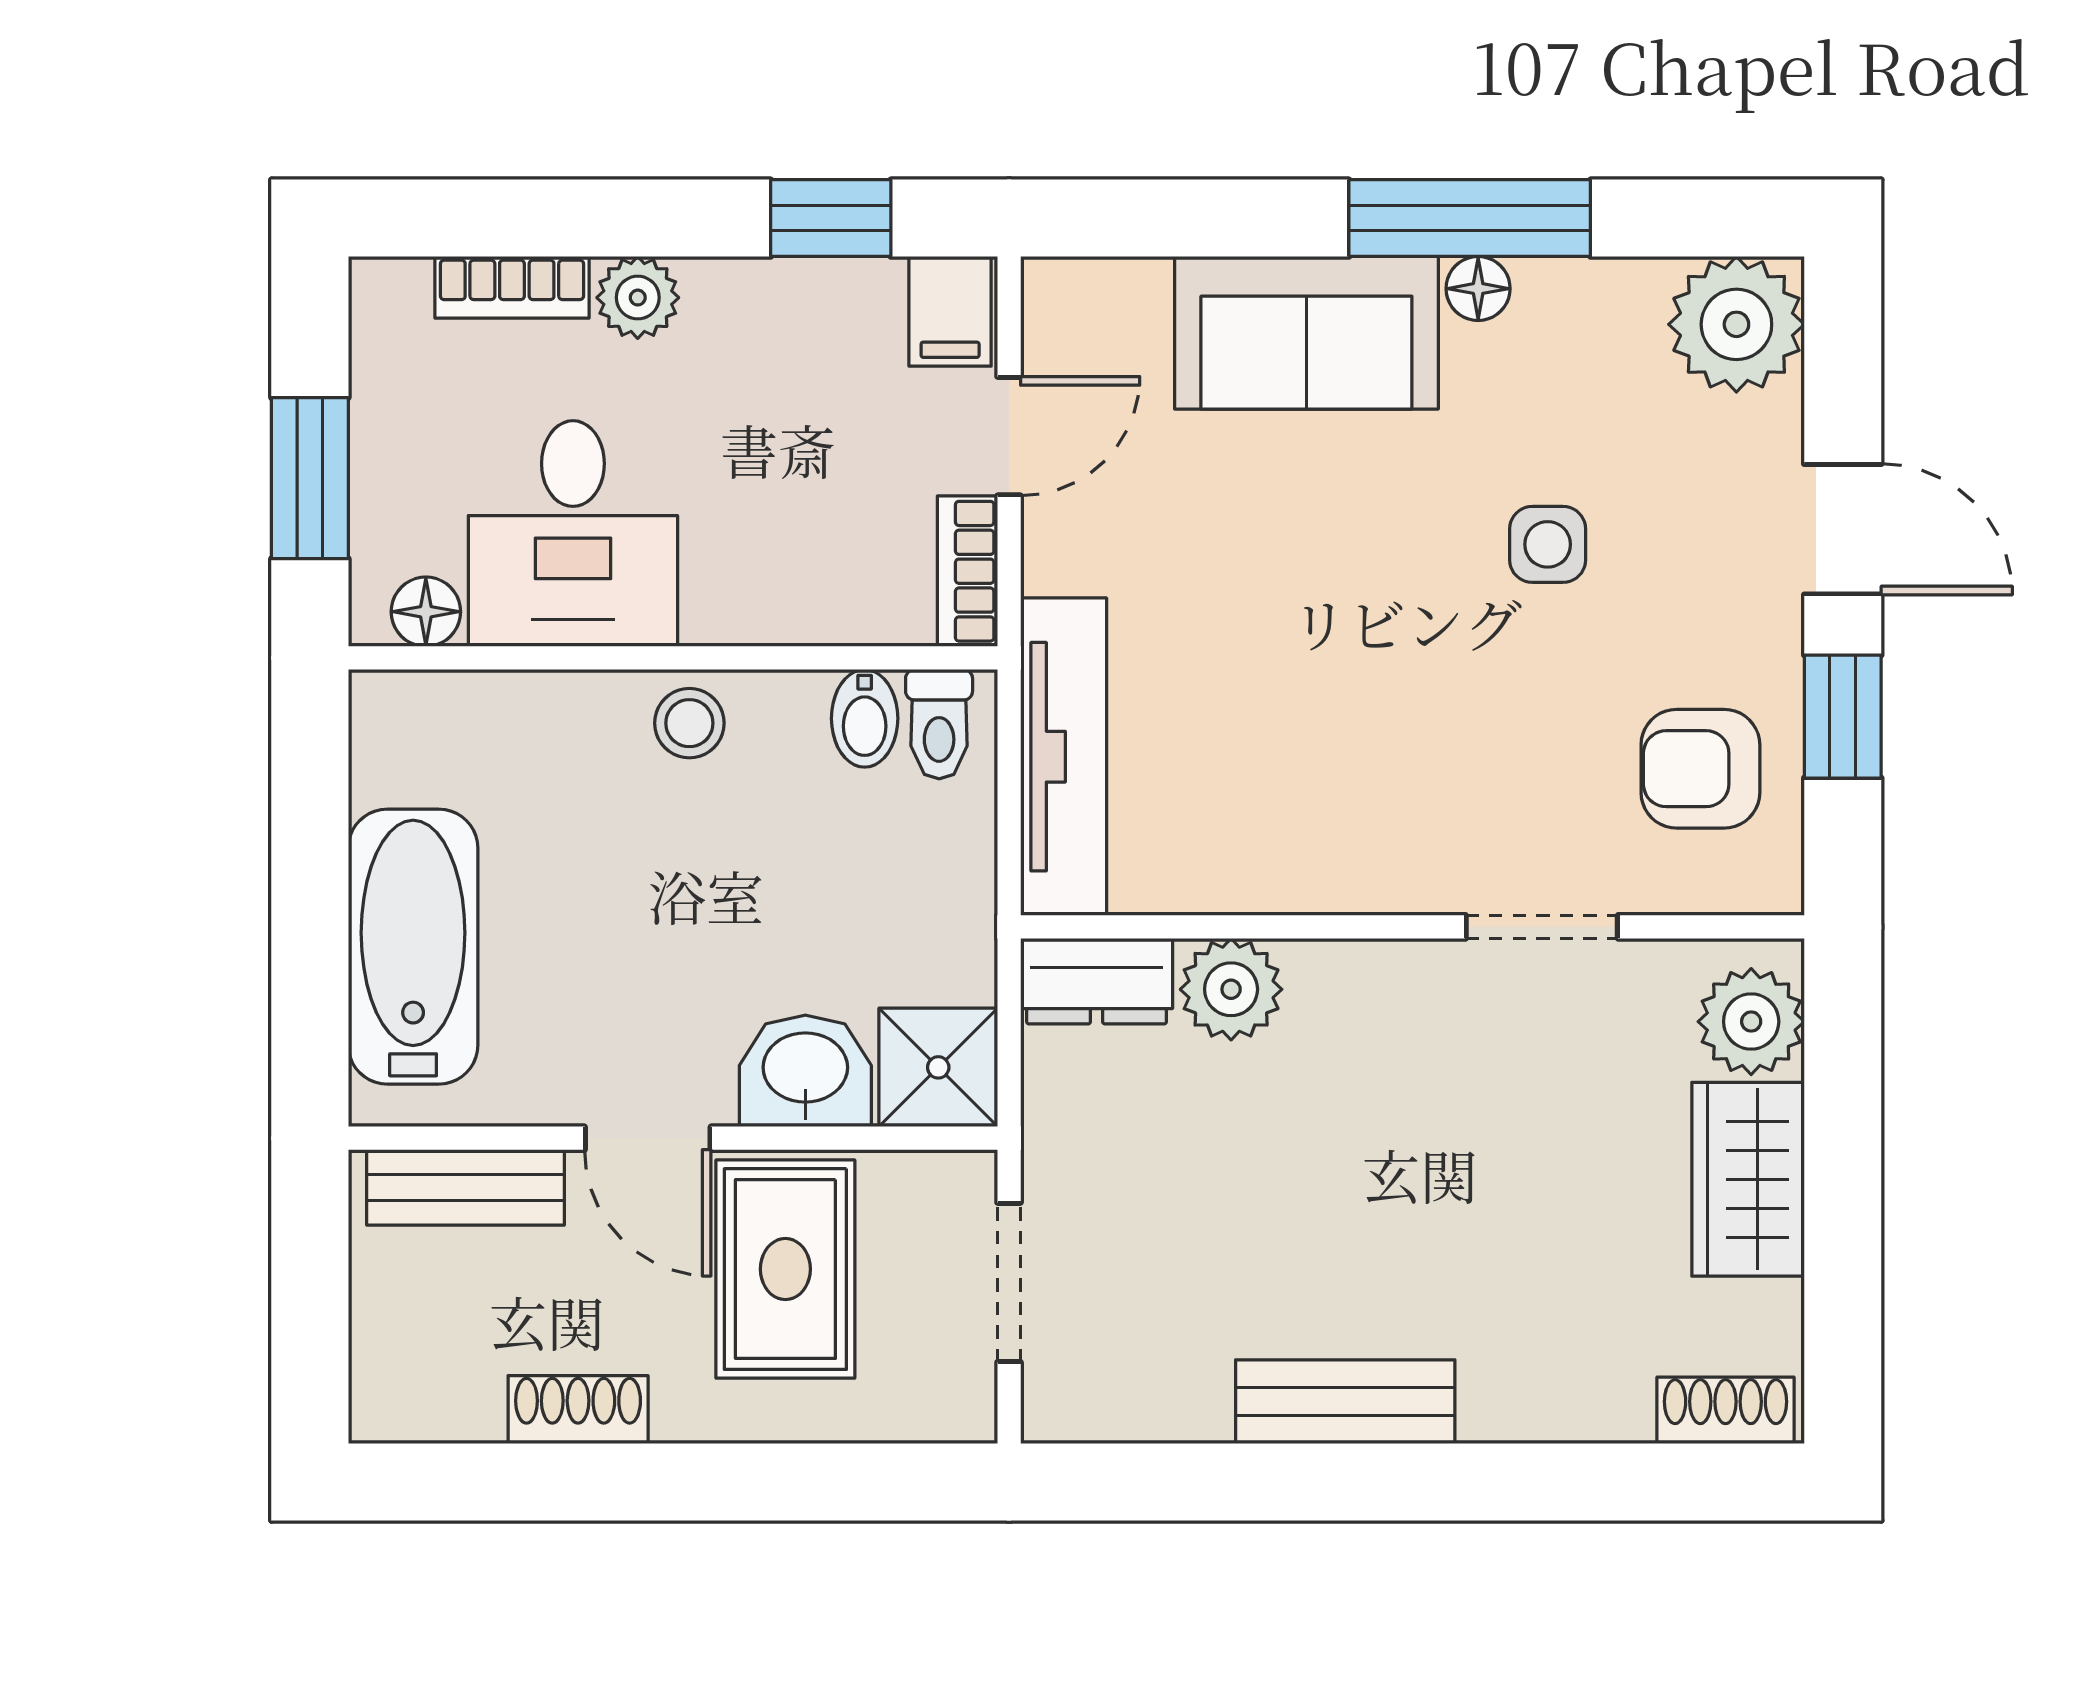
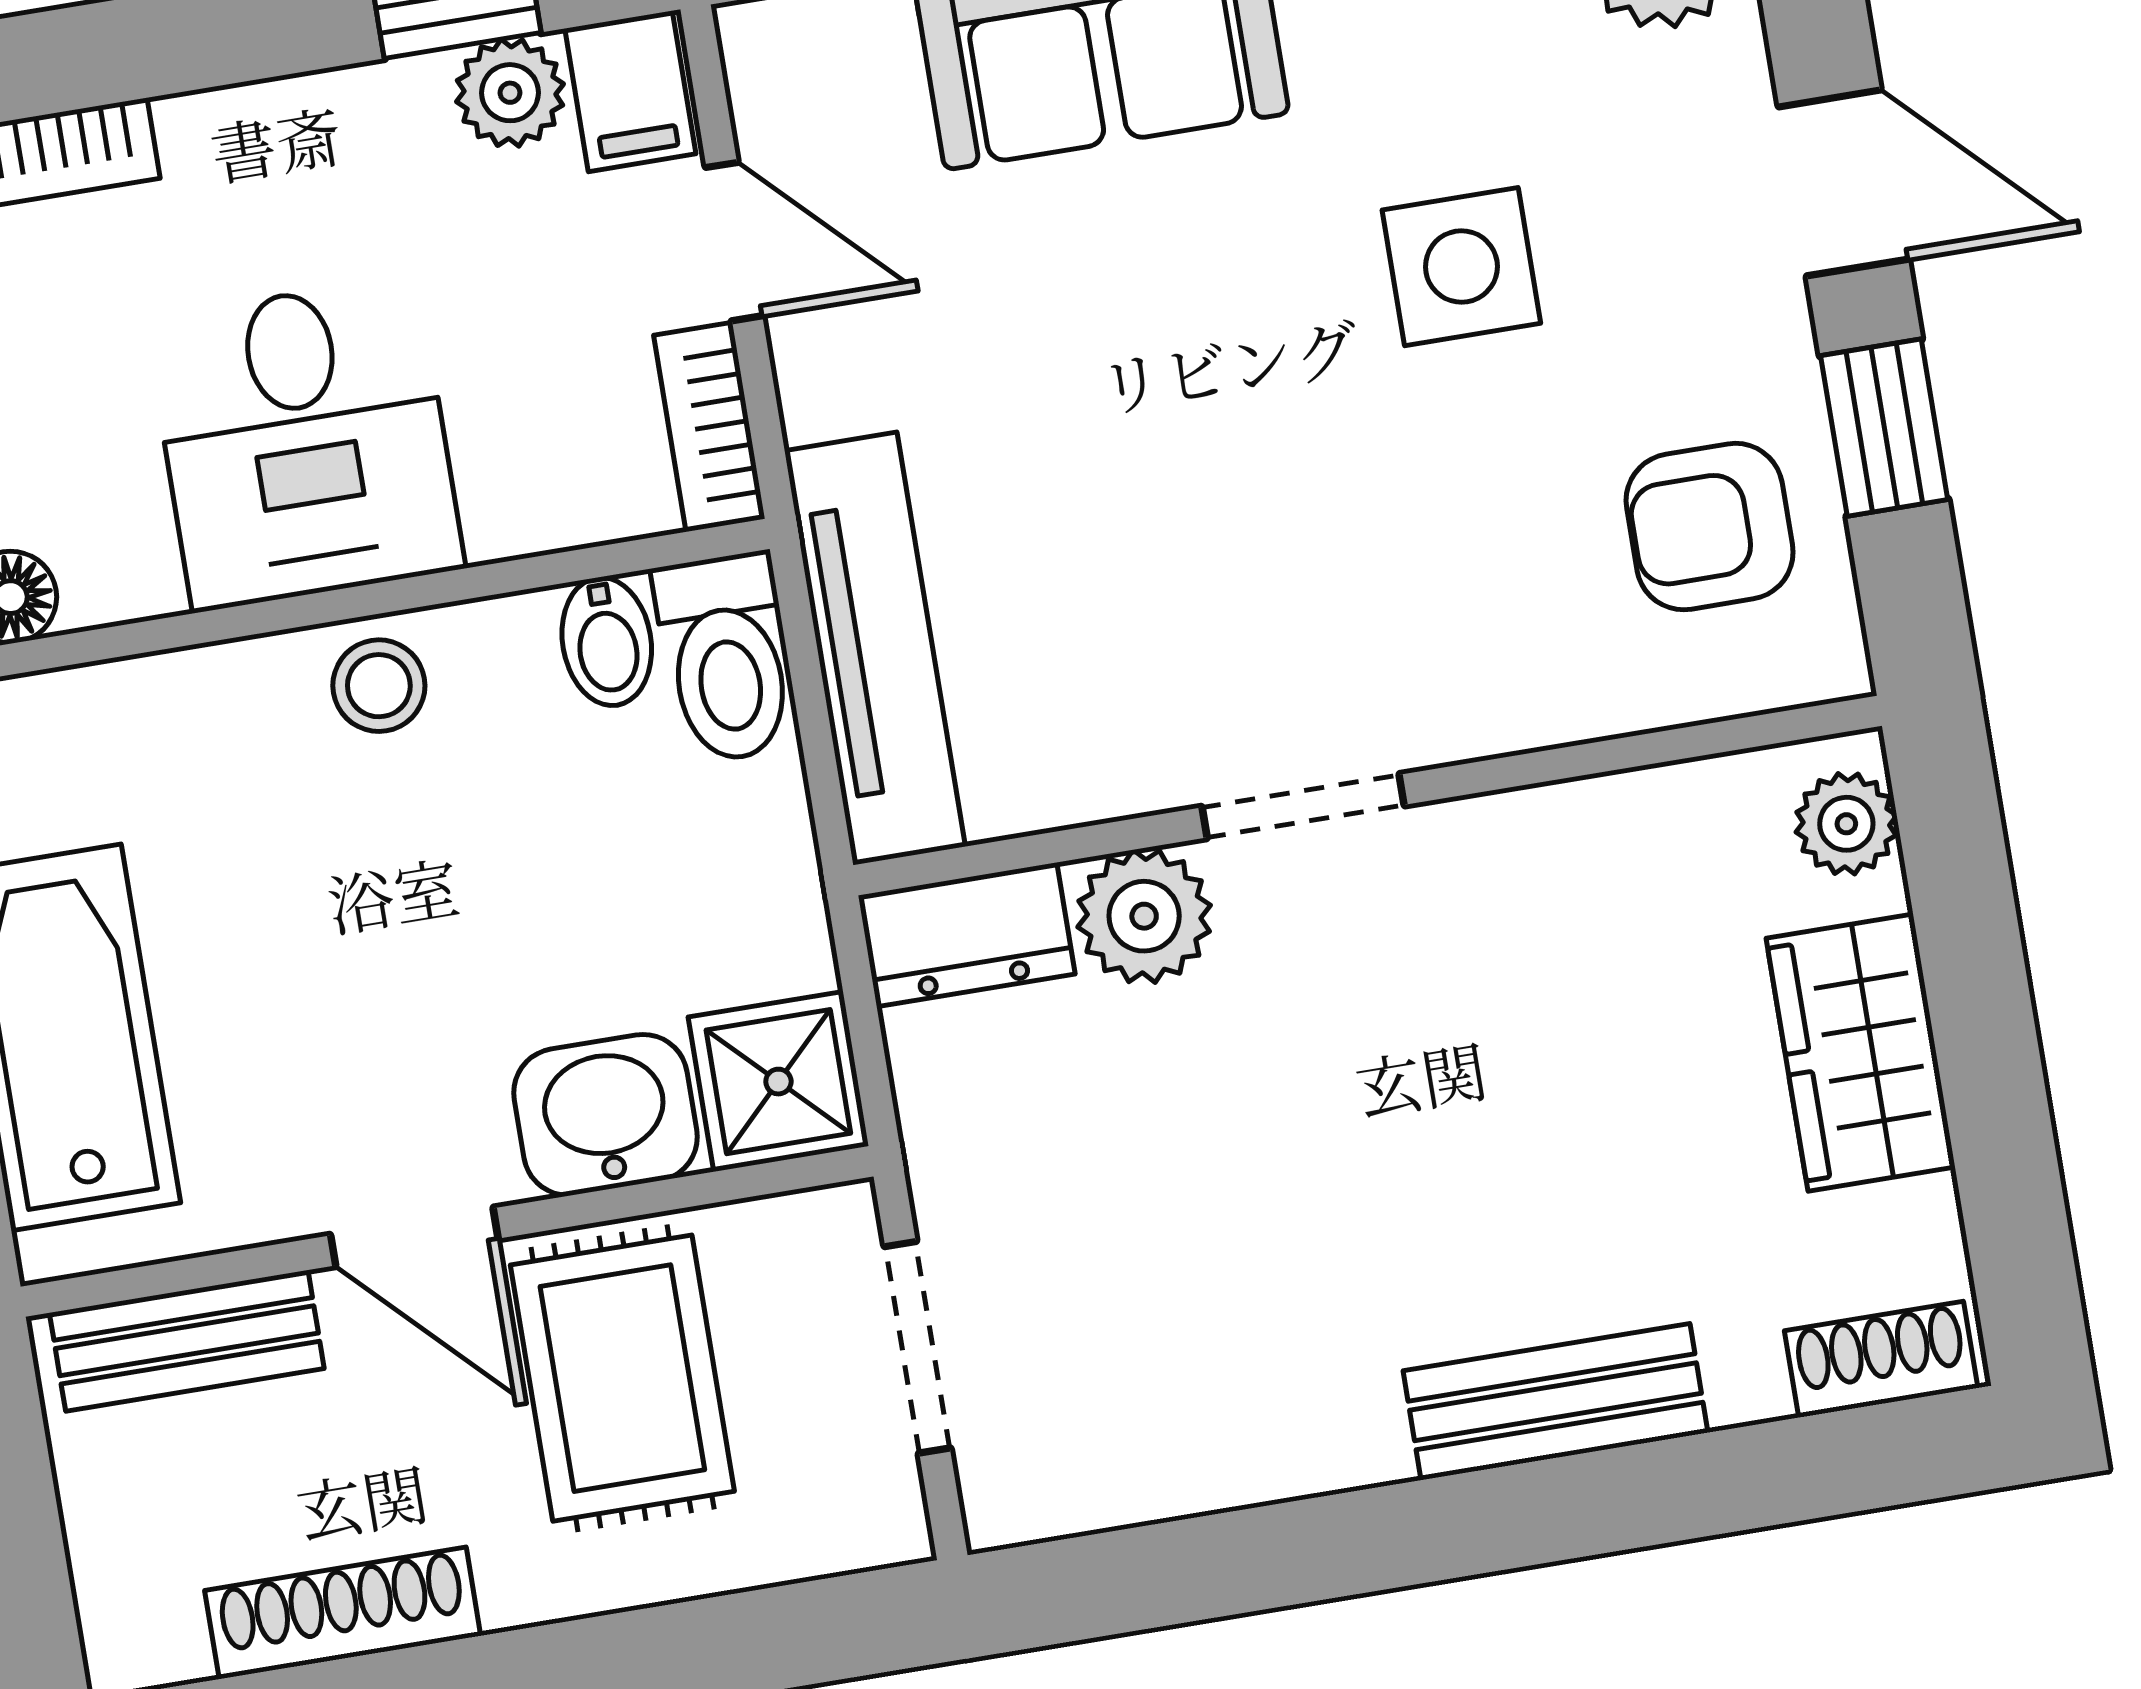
plant: (638, 298) -> (510, 93), moved
door: (1009, 436) -> (734, 242), hinge flipped
desk: (573, 534) -> (305, 443), moved
side table: (1548, 544) -> (1461, 267), width x1.37, depth x1.37
toilet: (939, 724) -> (726, 658), width x1.37, depth x1.39
doorway: (1542, 927) -> (1303, 806), moved
plant: (1751, 1022) -> (1846, 824), width x0.73, depth x0.73
bench: (1345, 1402) -> (1555, 1402), moved
shoe rack: (578, 1410) -> (343, 1613), width x1.43

